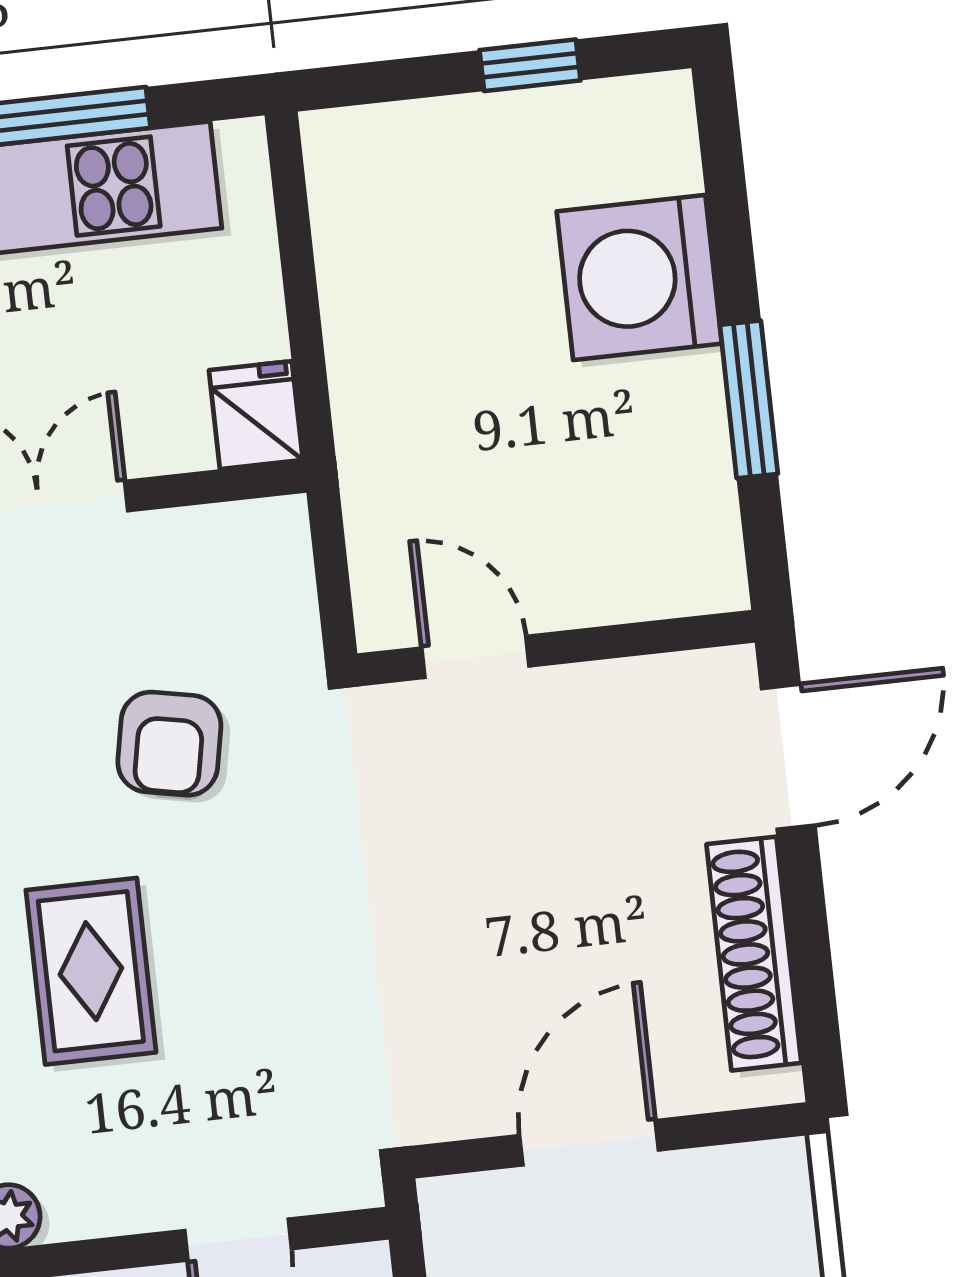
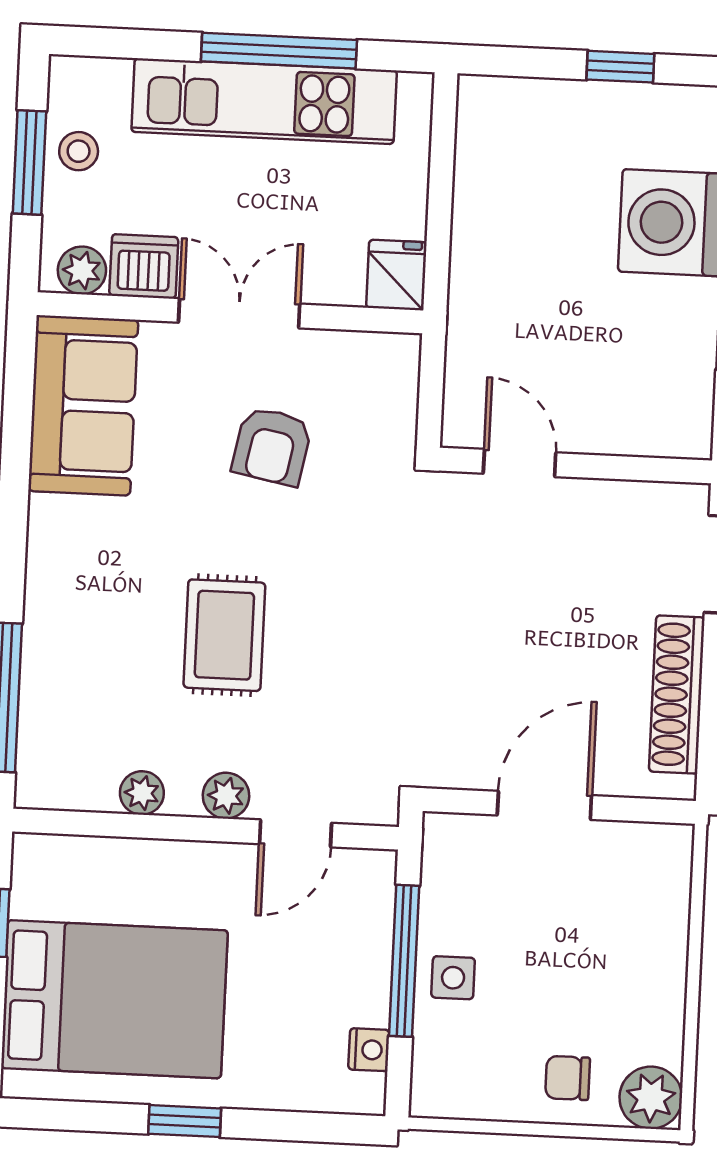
armchair: (169, 744) -> (272, 446), moved
plant: (130, 1201) -> (226, 796), added

